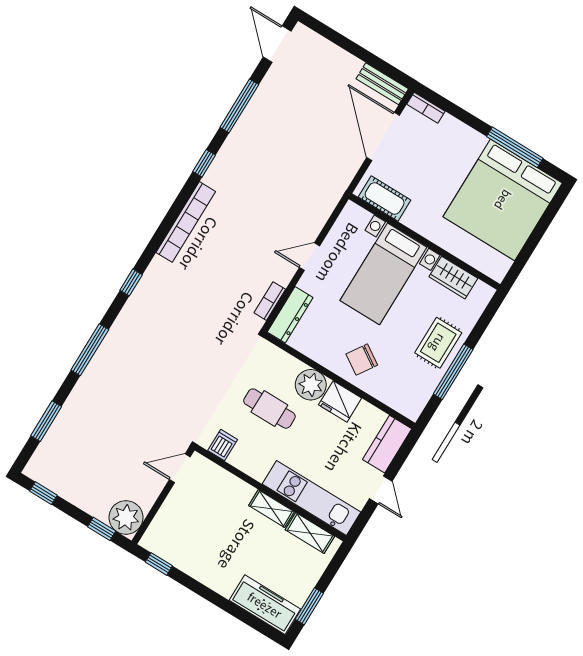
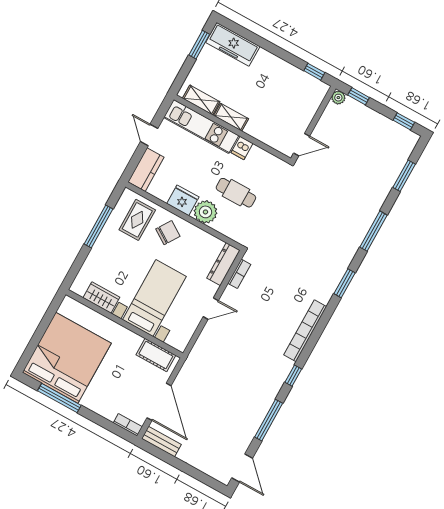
window: (131, 282) -> (345, 283), width x1.50
rug: (438, 343) -> (137, 220), moved
dishwasher: (223, 445) -> (242, 148), moved
plant: (126, 518) -> (338, 98), width x0.53, depth x0.53

